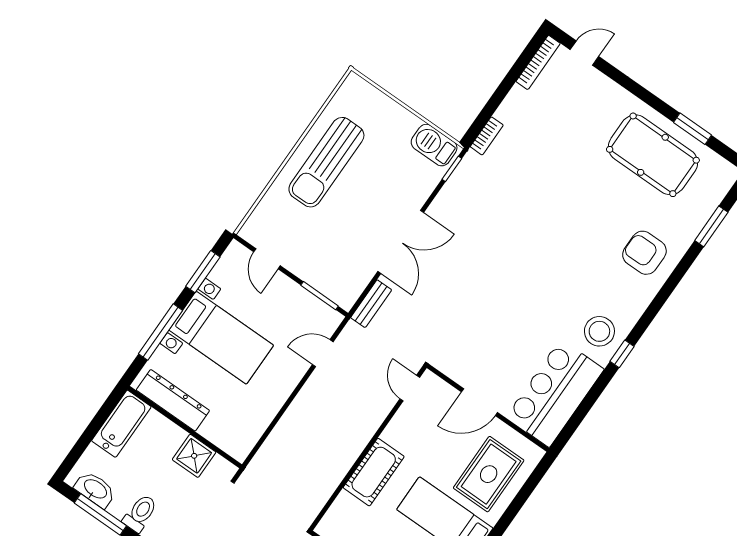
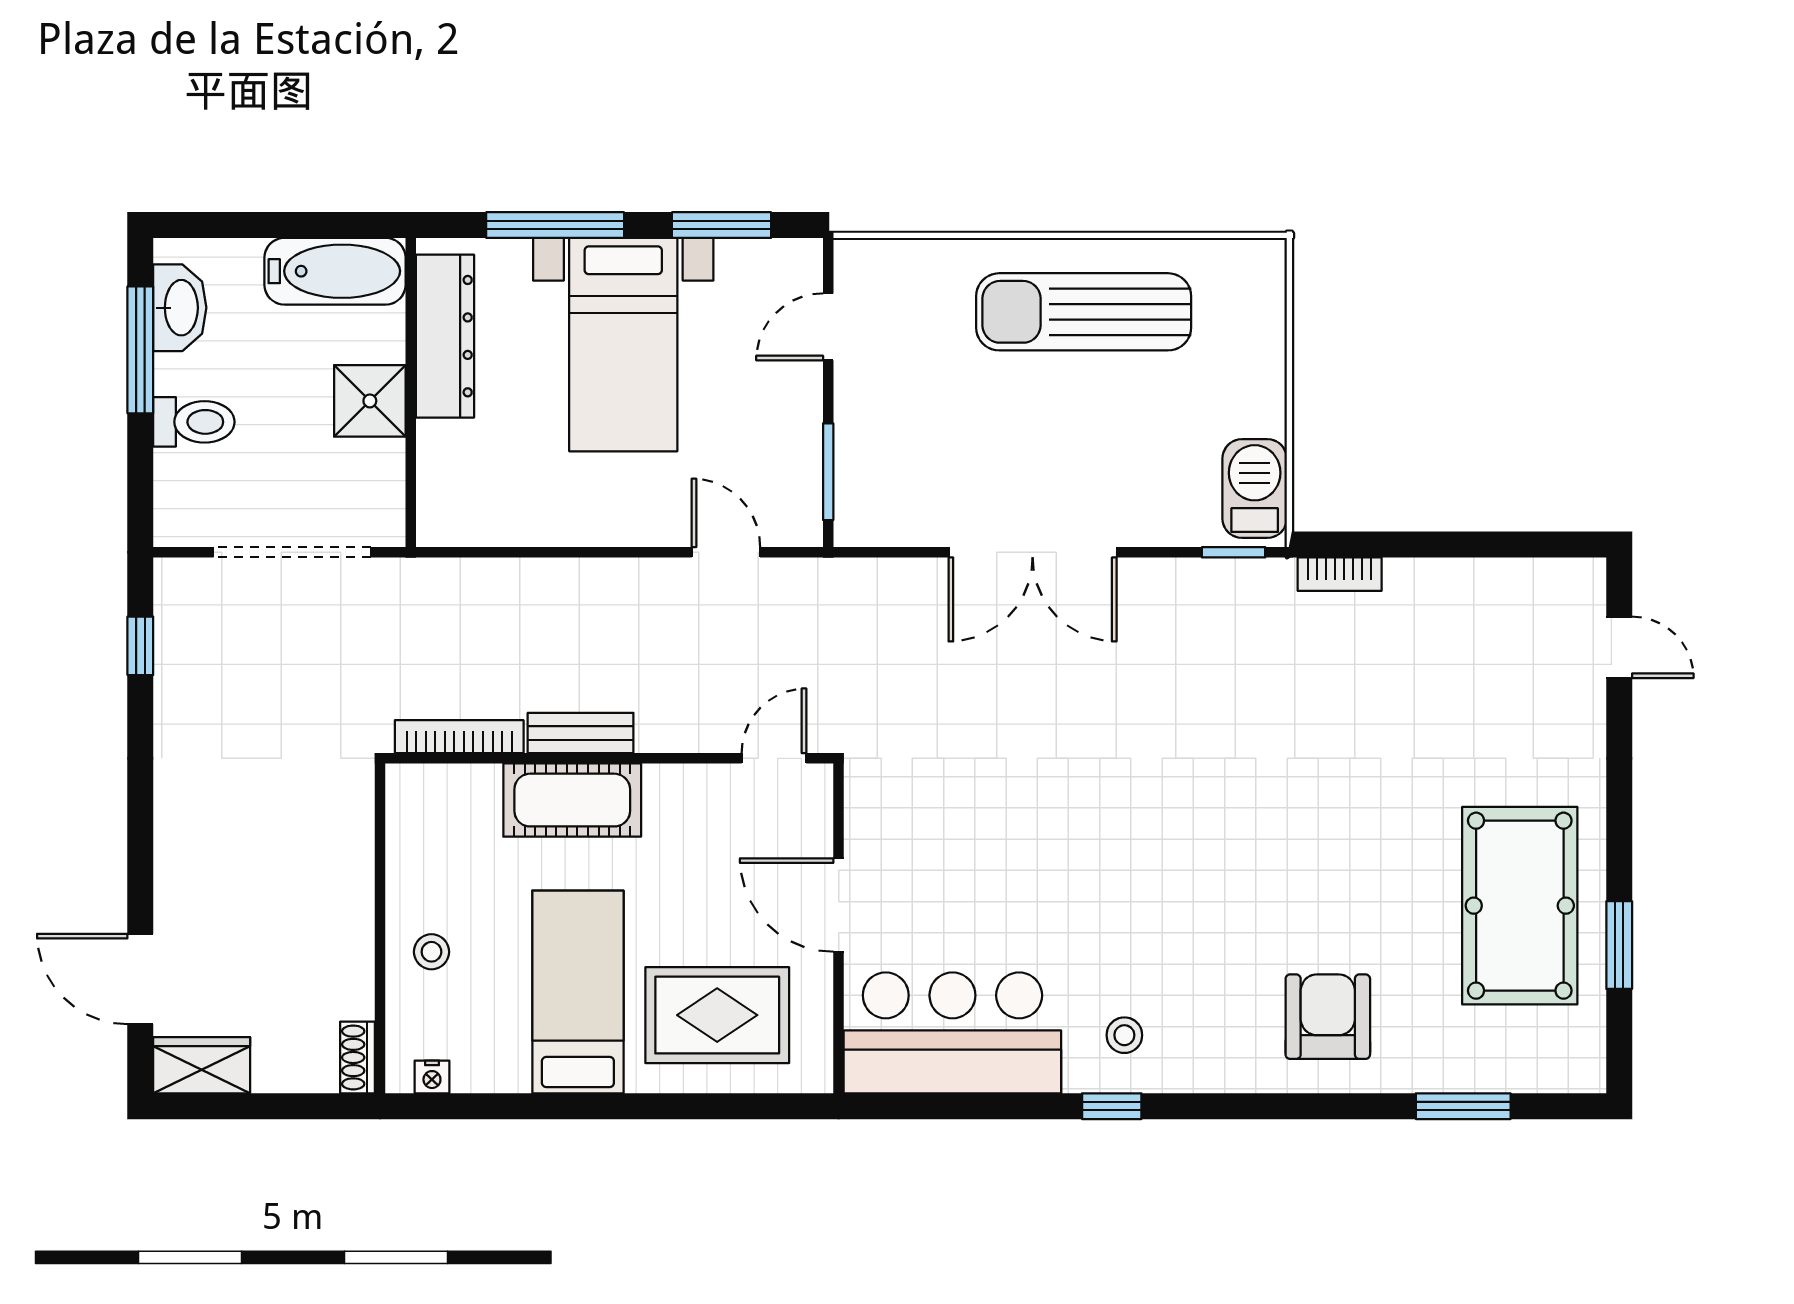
bookcase: (538, 62) -> (459, 737), moved, turned 180
bench: (371, 304) -> (581, 733), moved
stool: (599, 331) -> (1124, 1035), width x0.53, depth x0.53
shower: (194, 456) -> (370, 401), moved

